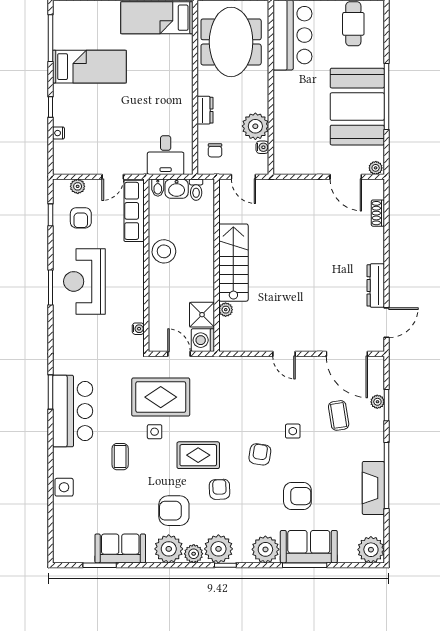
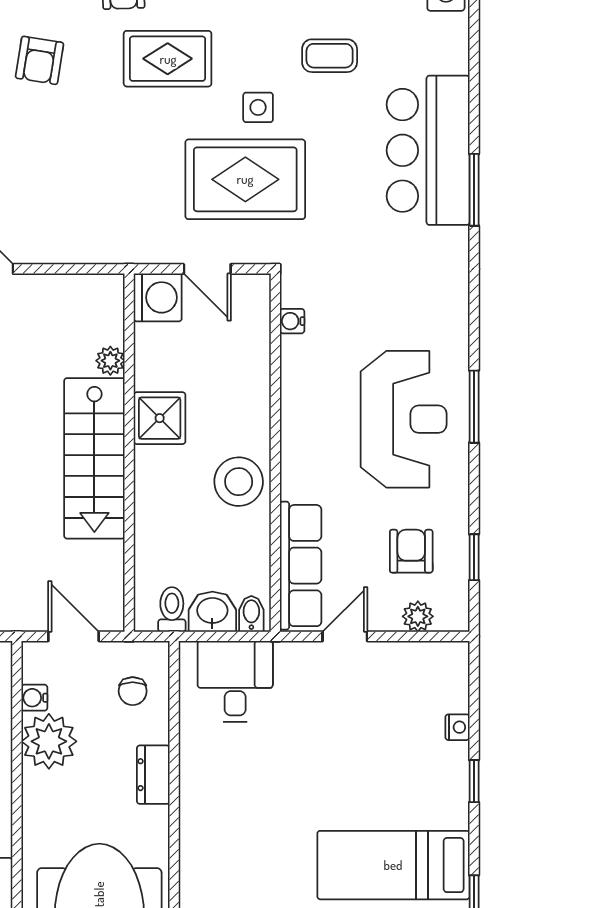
chair: (215, 150) -> (133, 691), turned 180
shower: (202, 315) -> (160, 418), moved
coffee table: (120, 457) -> (330, 56), turned 90

